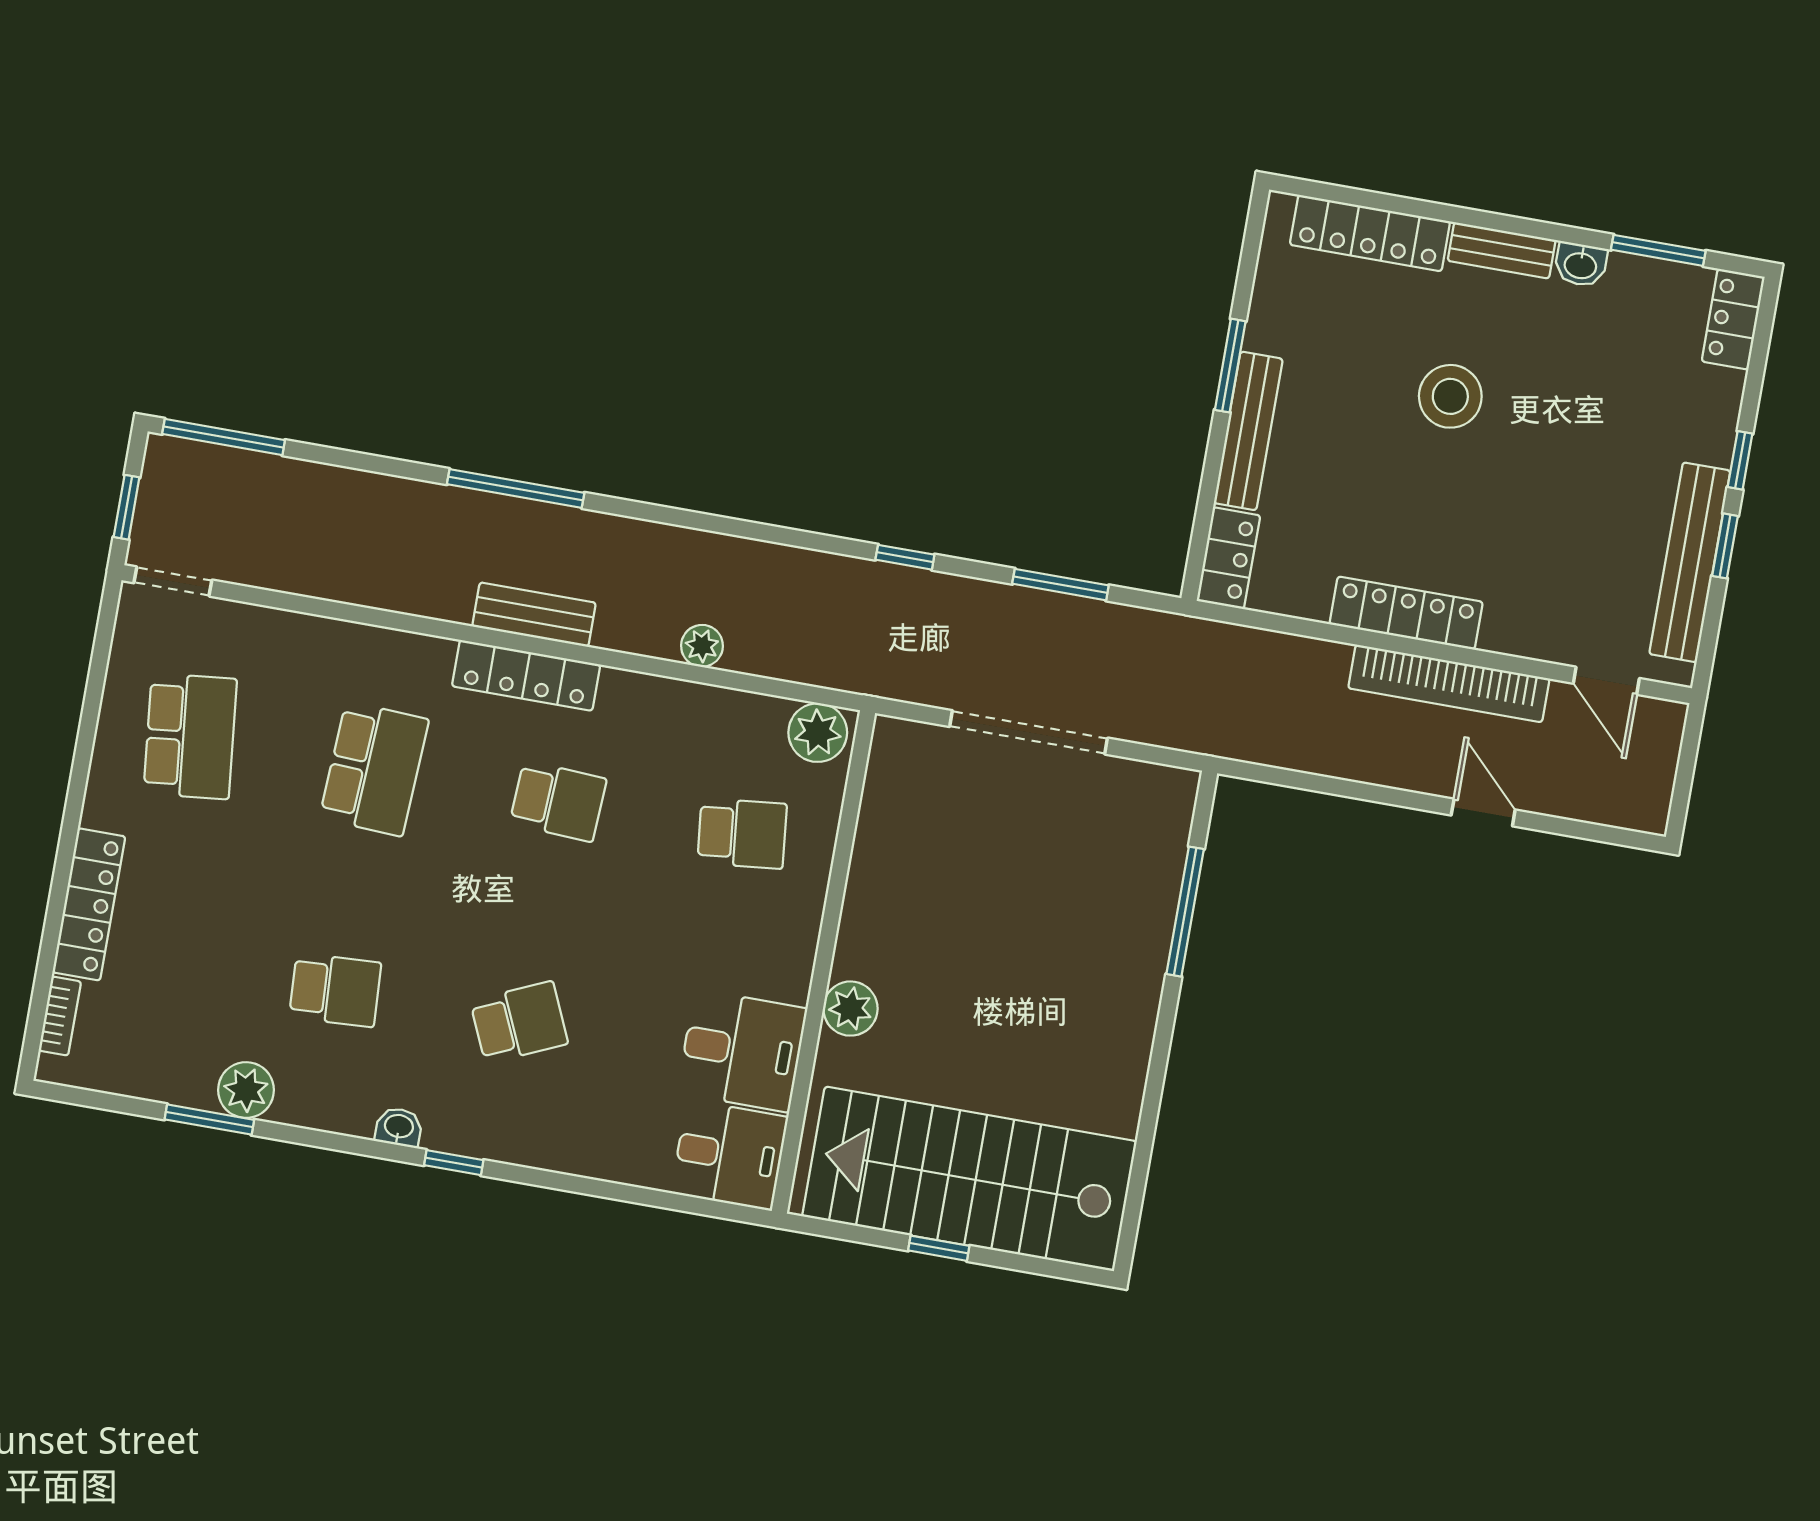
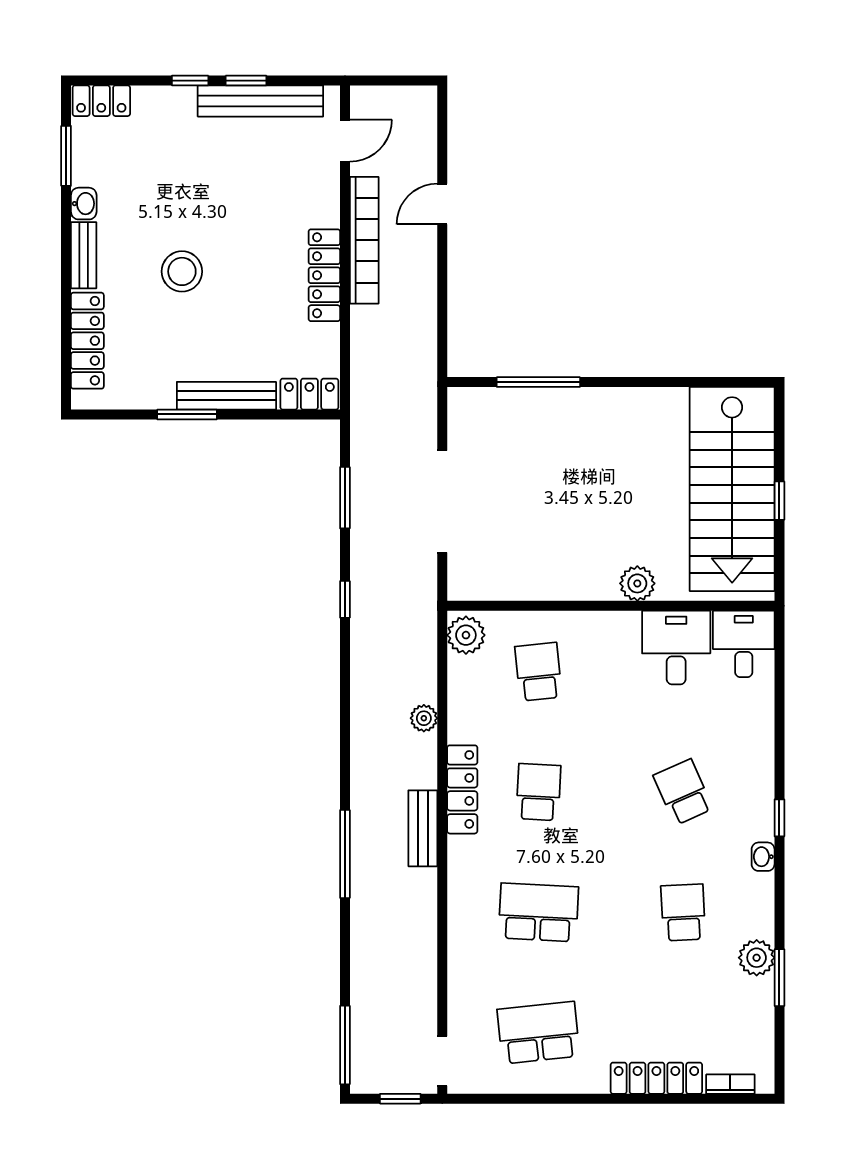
locker: (526, 675) -> (462, 789), moved

